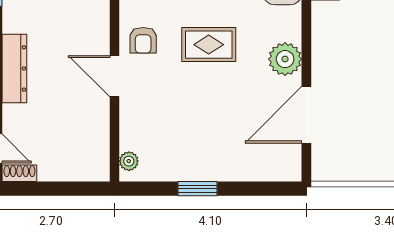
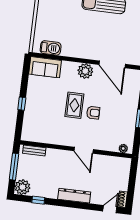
armchair: (143, 40) -> (93, 113), moved
door: (114, 76) -> (84, 150), hinge flipped

